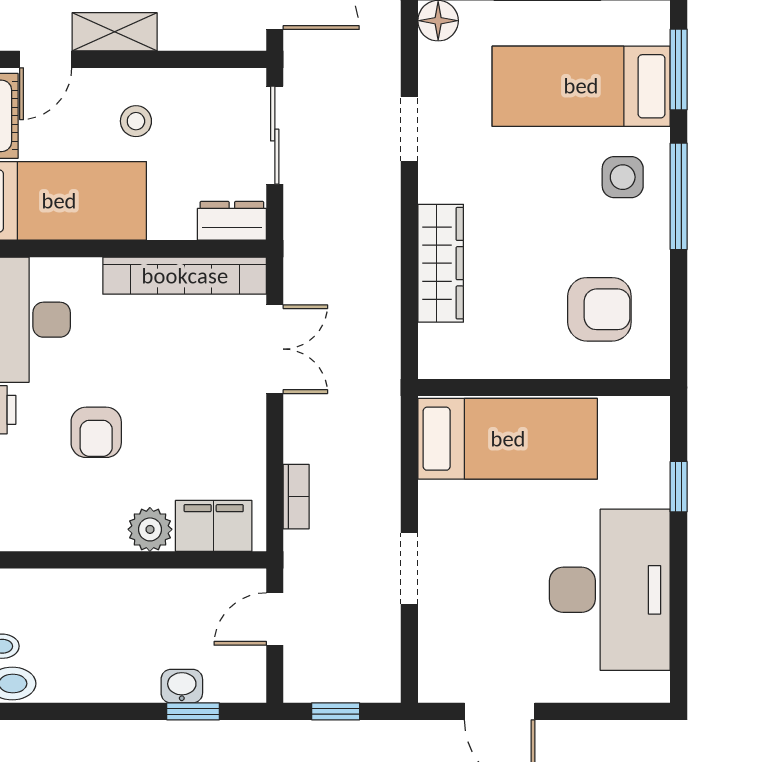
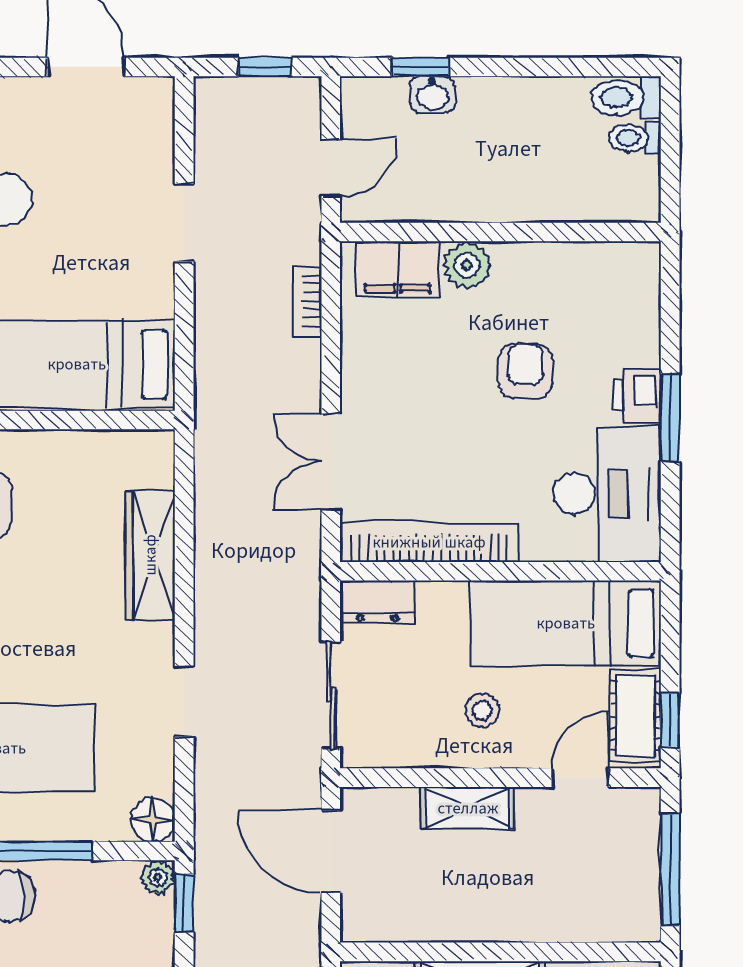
shelving: (115, 32) -> (468, 808), moved

